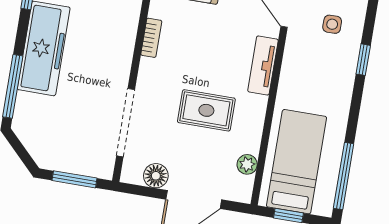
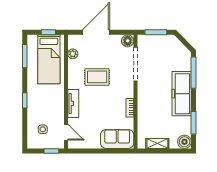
window: (363, 60) -> (25, 100), moved
floor lamp: (156, 176) -> (128, 41), moved
window: (344, 176) -> (25, 56), width x0.69

